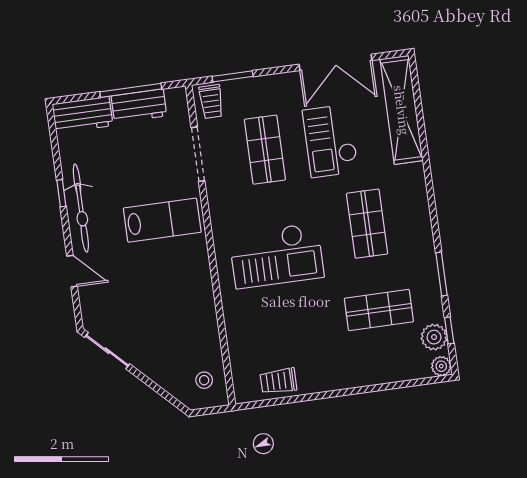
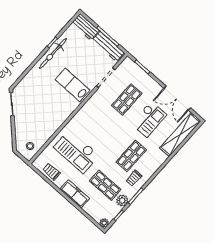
trolley: (211, 102) -> (134, 178), moved
workbench: (139, 106) -> (108, 46), width x1.38
checkout: (330, 141) -> (149, 119), turned 180
lab bench: (162, 220) -> (73, 85), turned 180
checkout: (276, 256) -> (76, 151), moved
door: (72, 271) -> (29, 69), removed
plant: (434, 337) -> (122, 201), moved
freezer: (349, 374) -> (75, 194), added

